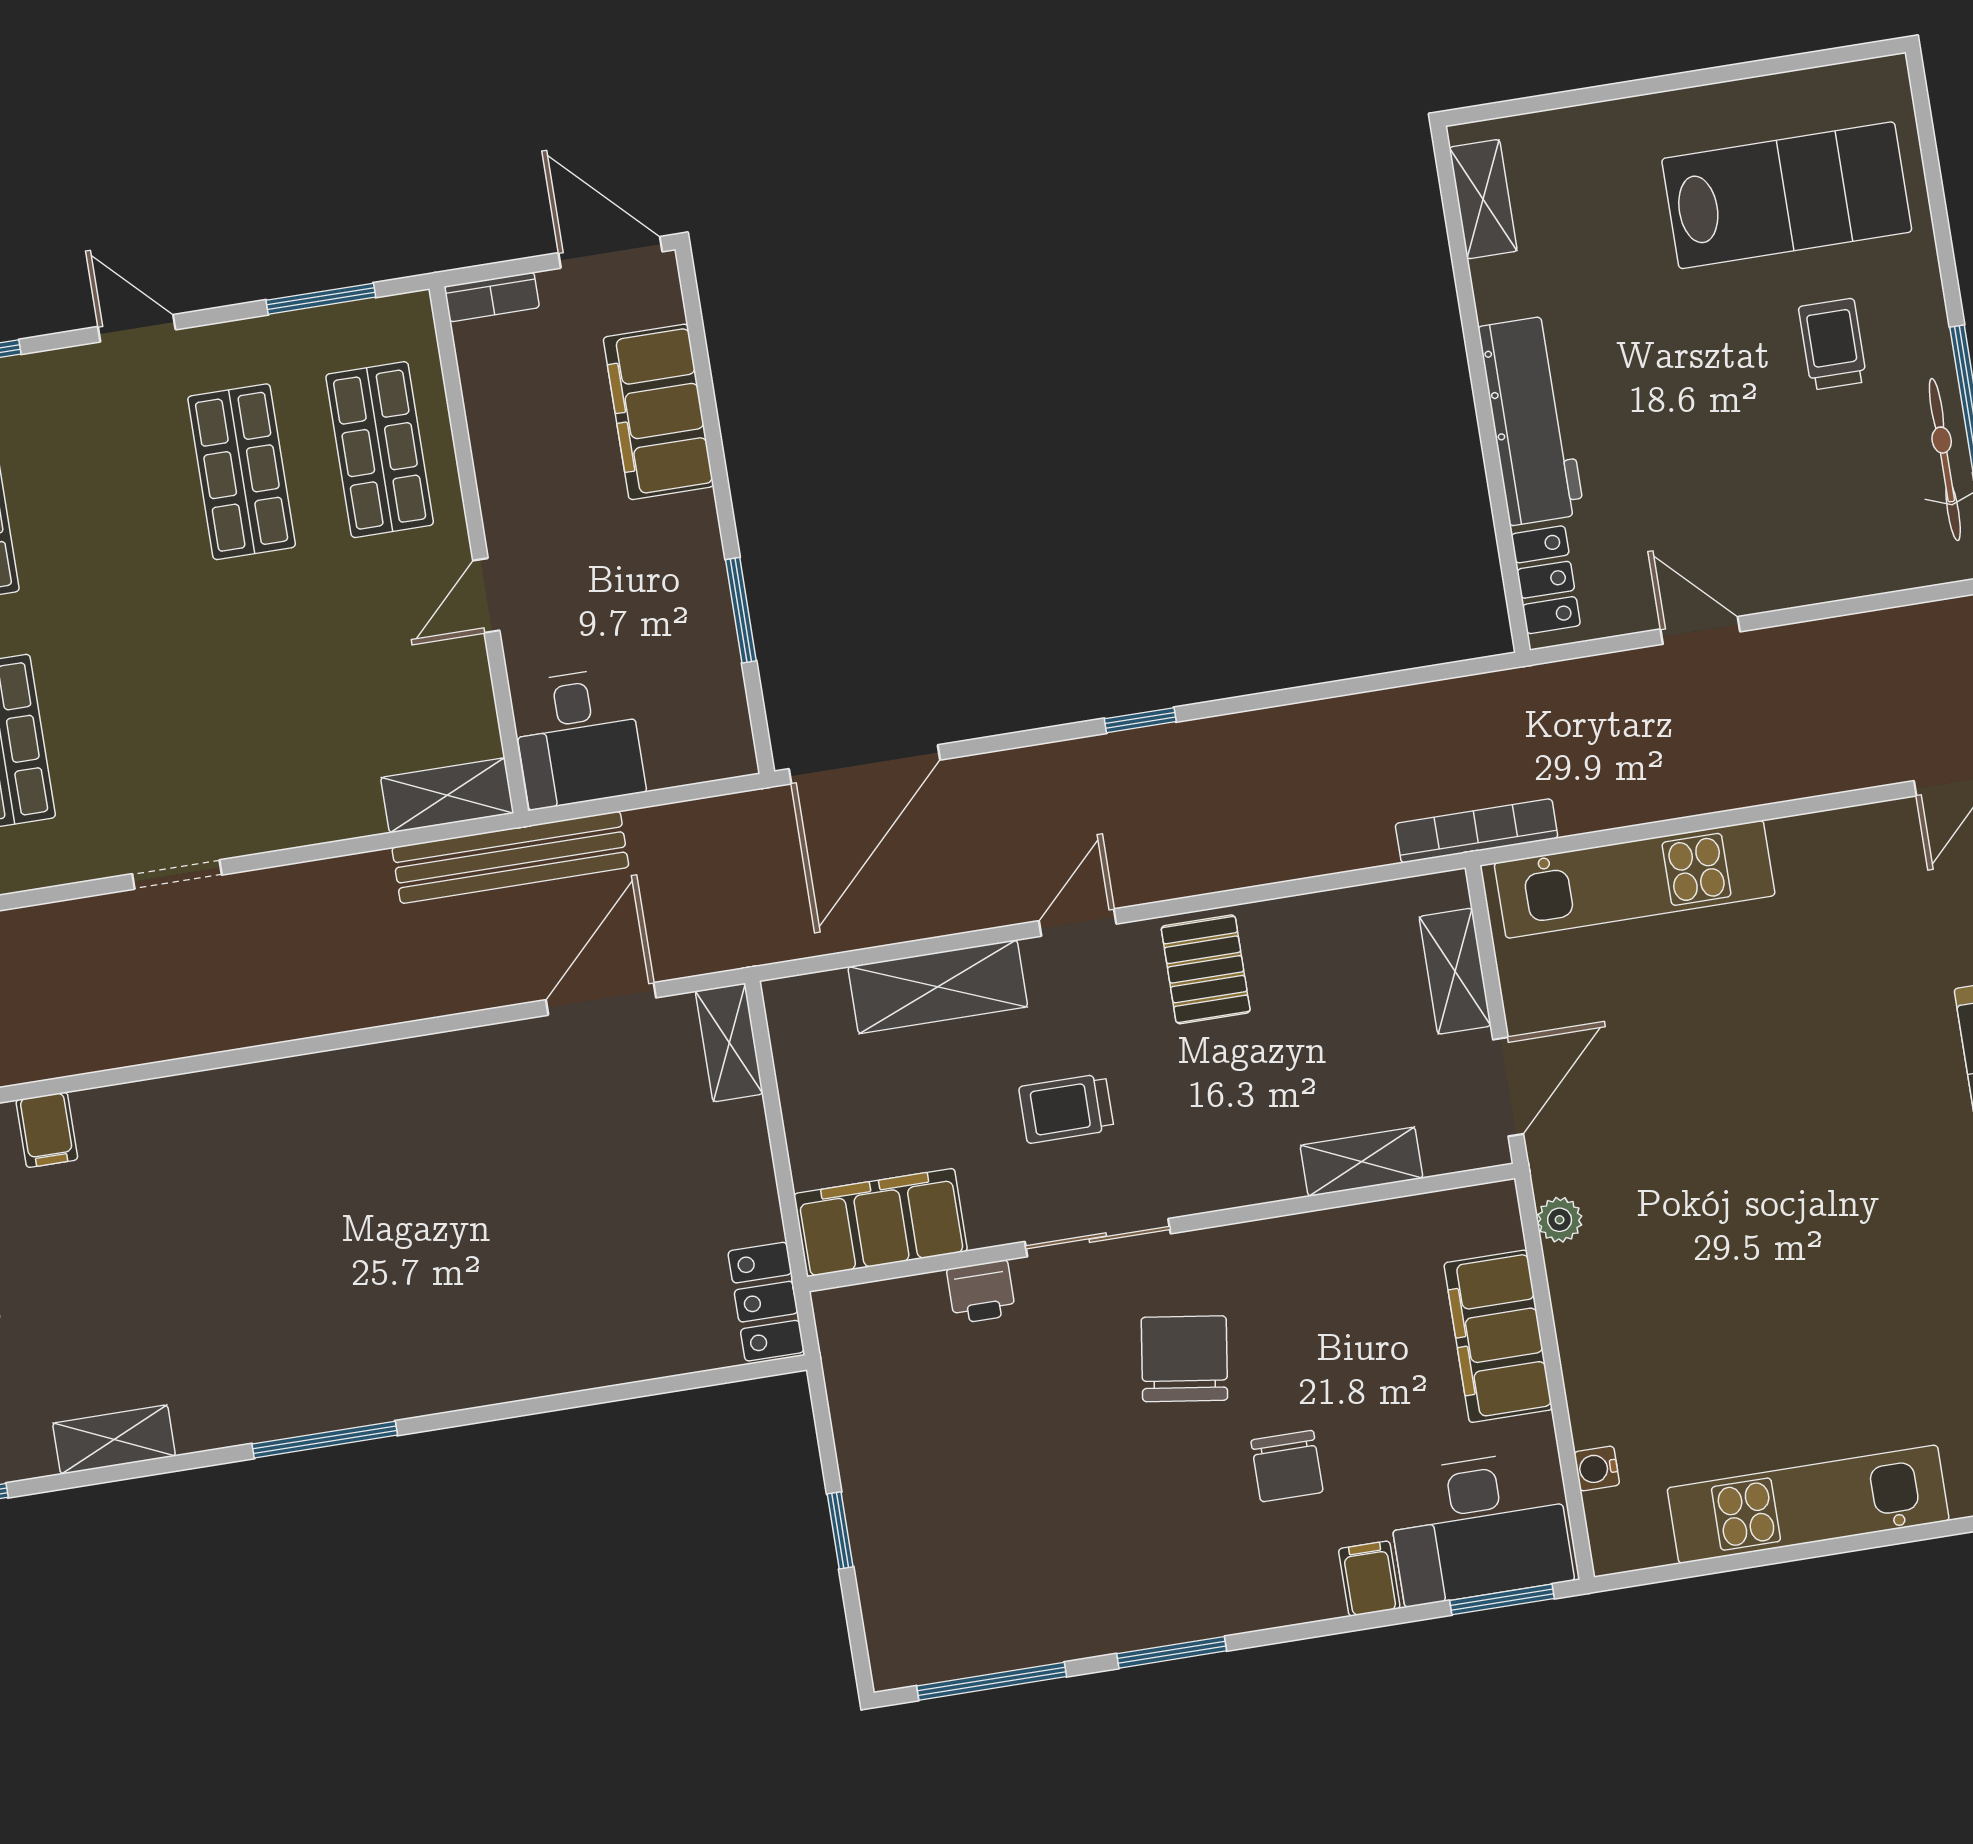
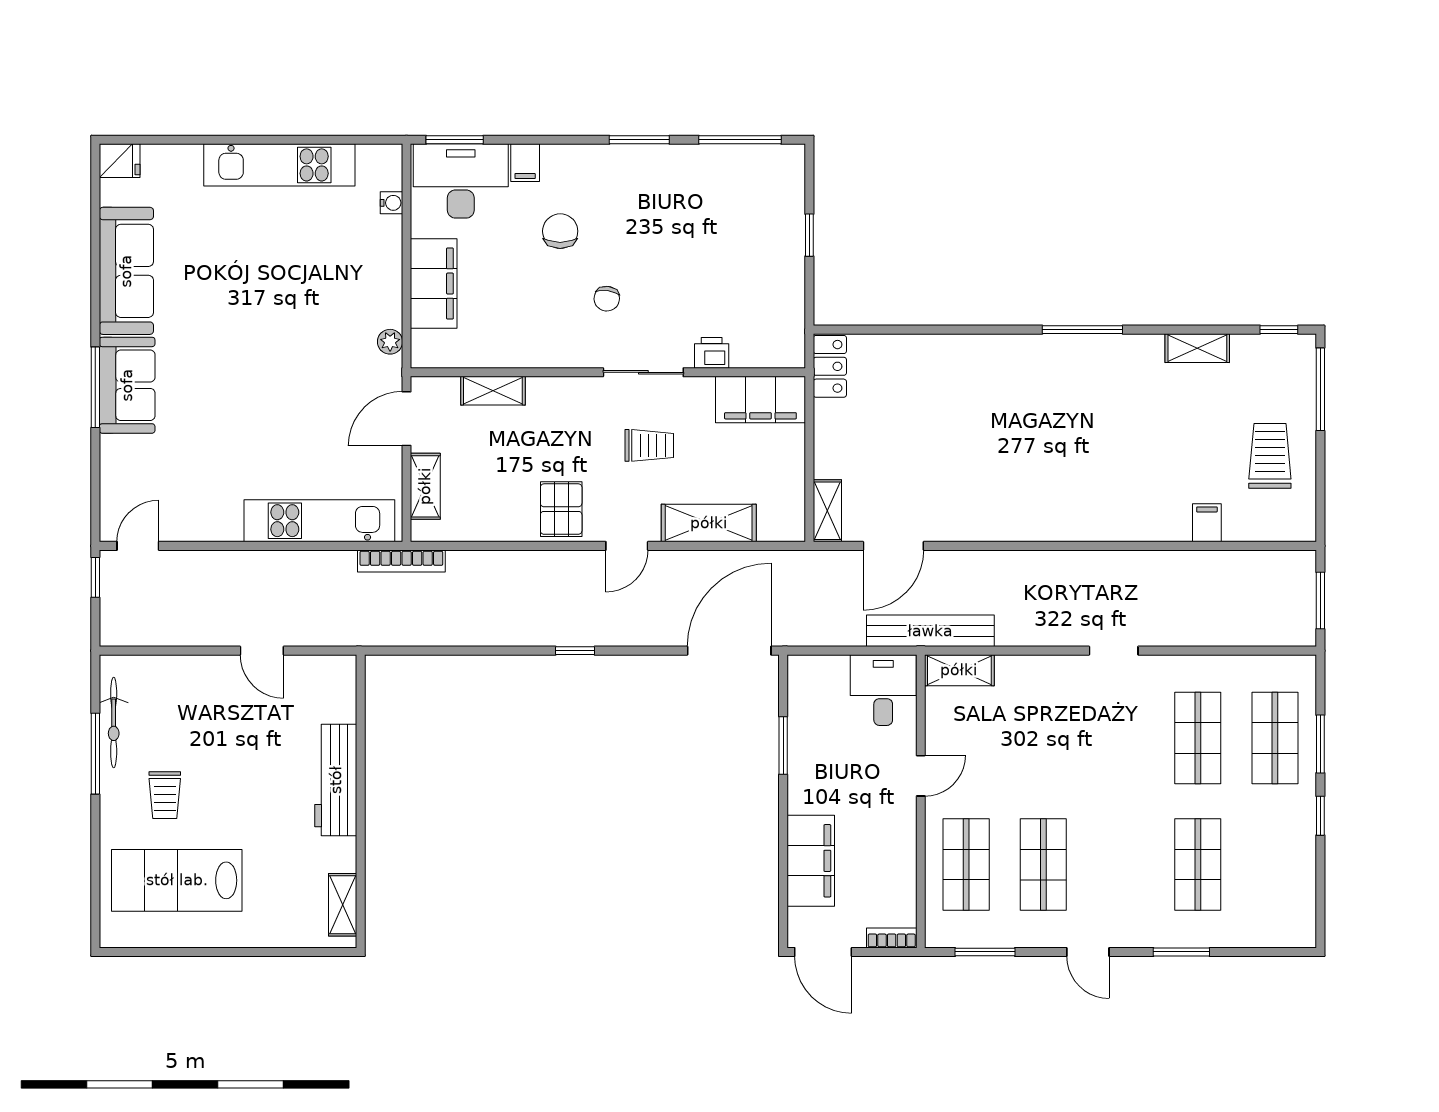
locker: (1546, 580) -> (342, 692), removed
chair: (1184, 1359) -> (607, 299), width x0.54, depth x0.54

